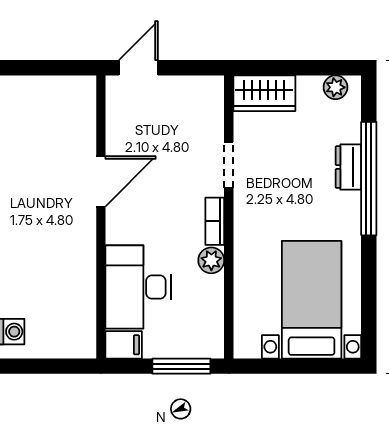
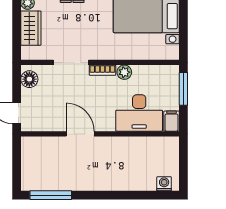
floor lamp: (199, 91) -> (29, 79), added
wardrobe: (264, 93) -> (31, 28), moved
doorway: (229, 165) -> (71, 62), width x1.38

